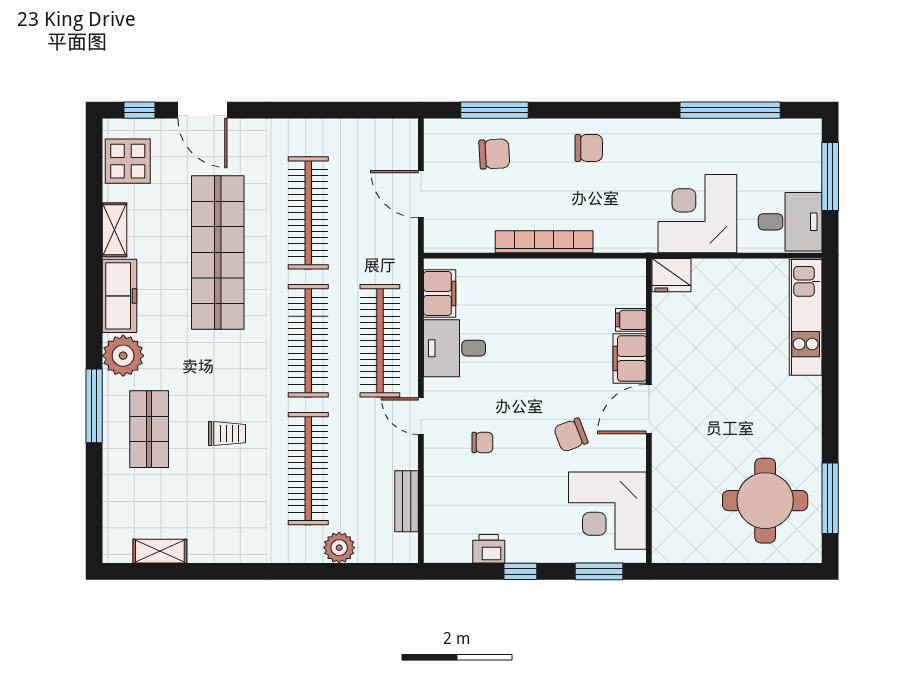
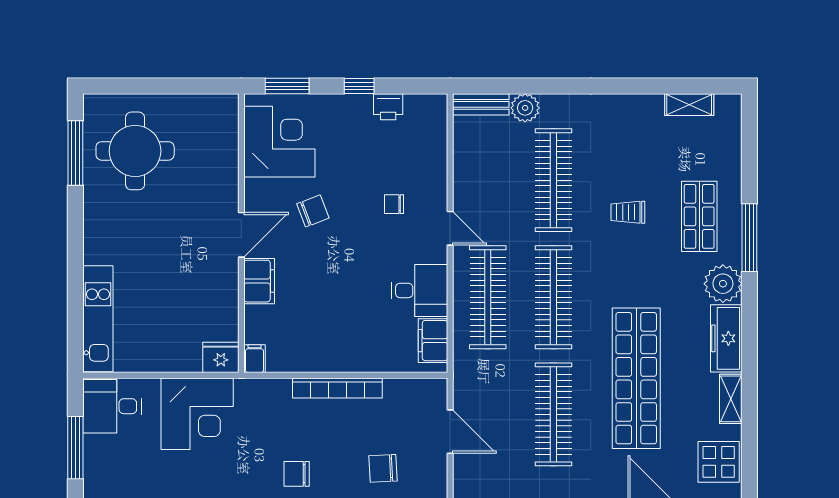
filing cabinet: (631, 320) -> (254, 359), moved, turned -90
bench: (407, 501) -> (481, 104), moved, turned 90

